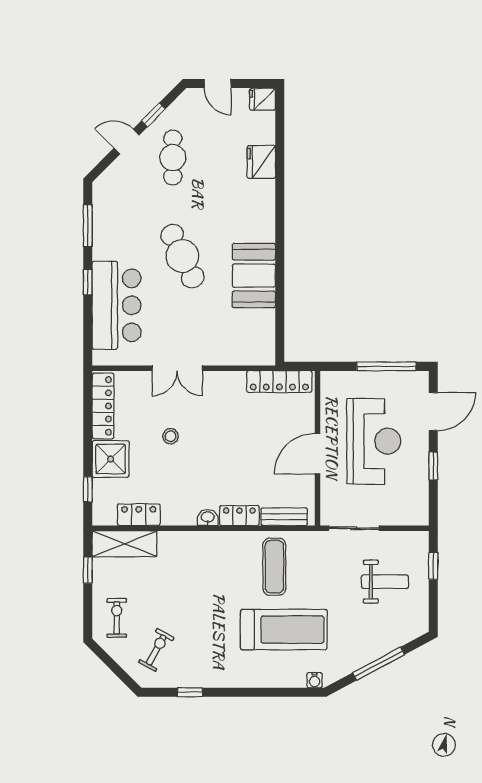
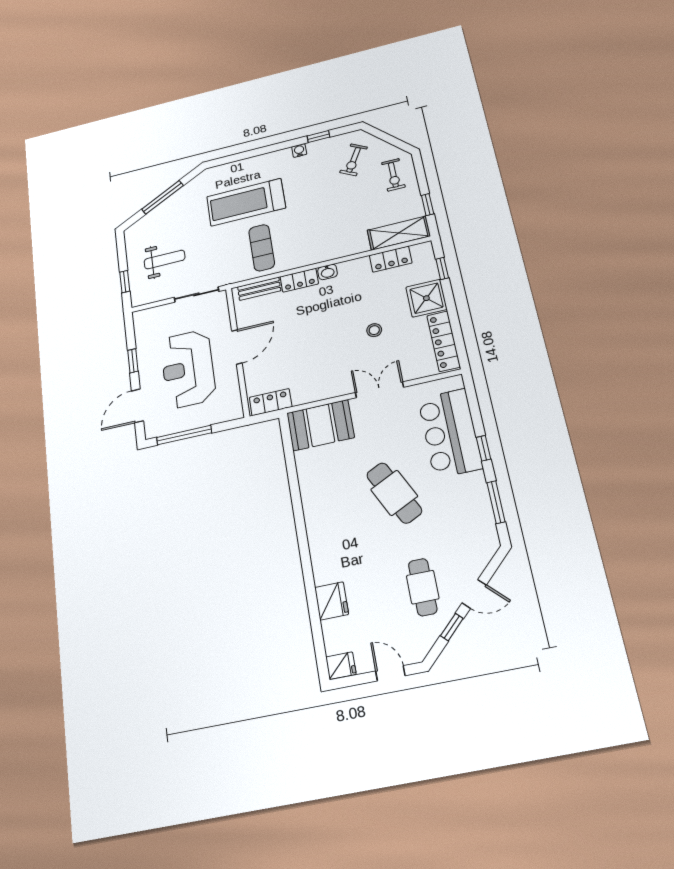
booth: (254, 276) -> (320, 425), moved, turned 90
locker: (279, 382) -> (271, 402), width x0.66
weight bench: (385, 582) -> (165, 260), turned 180
water cooler: (315, 680) -> (299, 150), moved

